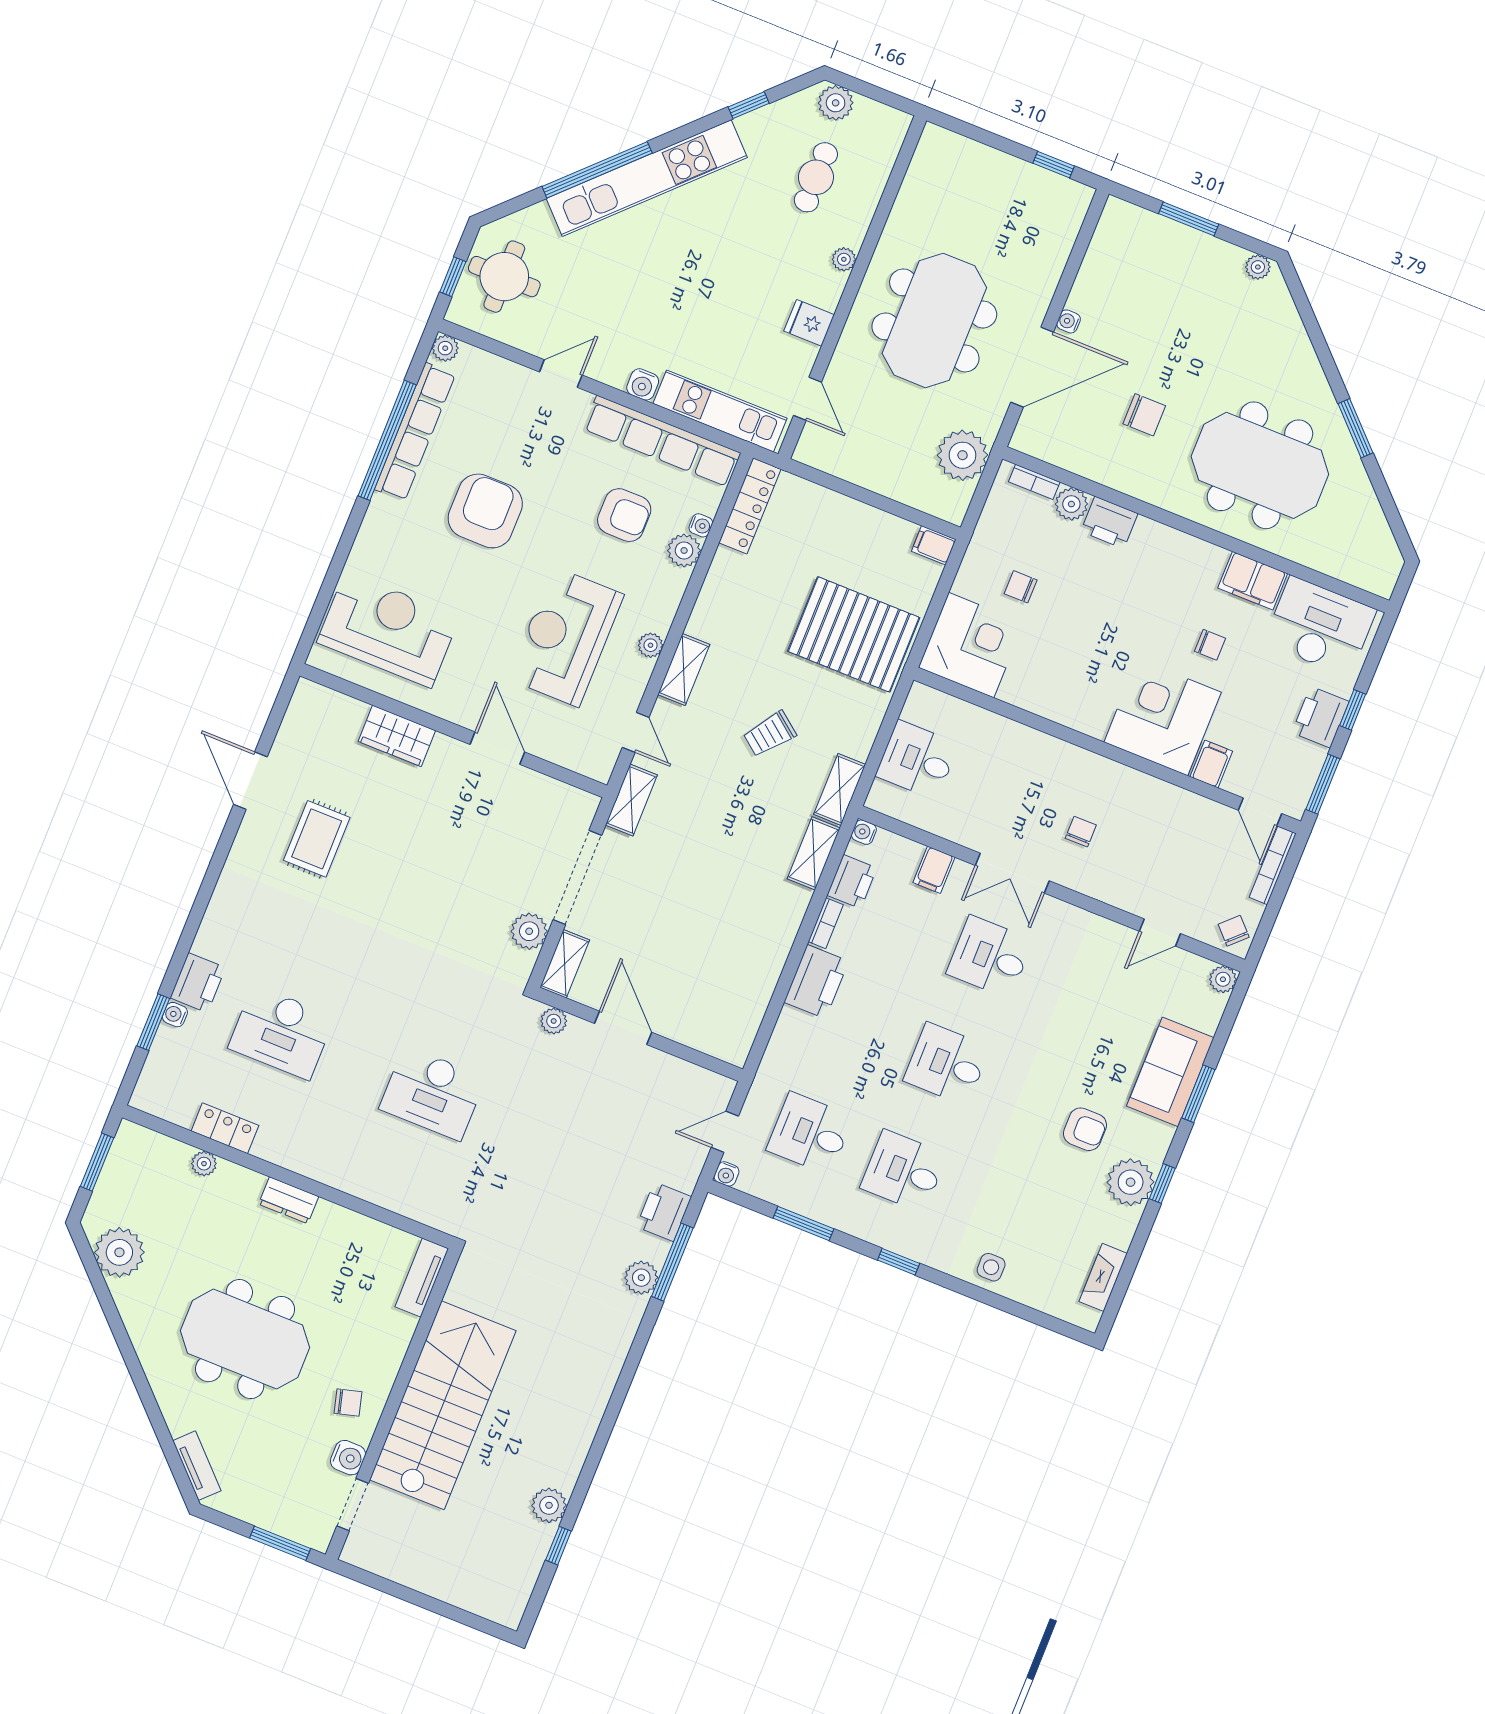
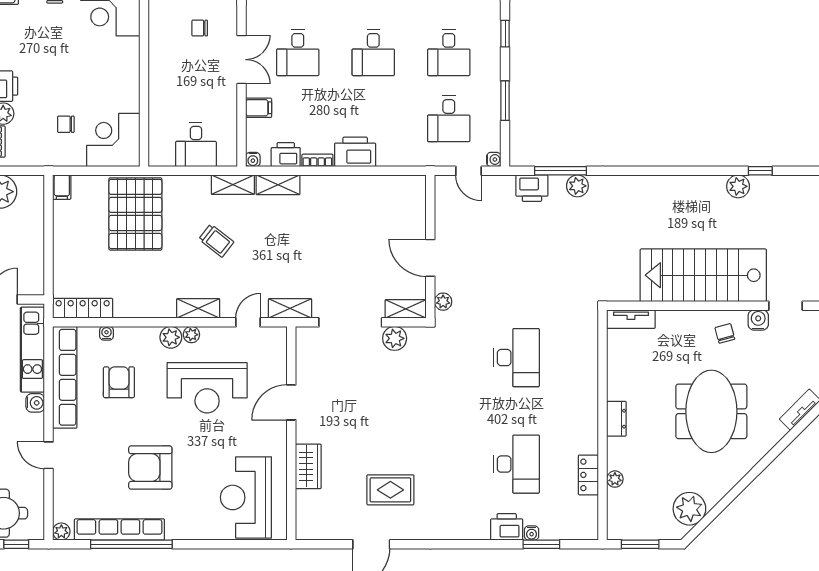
plant: (684, 550) -> (171, 337), moved
chair: (1021, 587) -> (66, 124), turned 90
door: (623, 1028) -> (430, 258), hinge flipped

